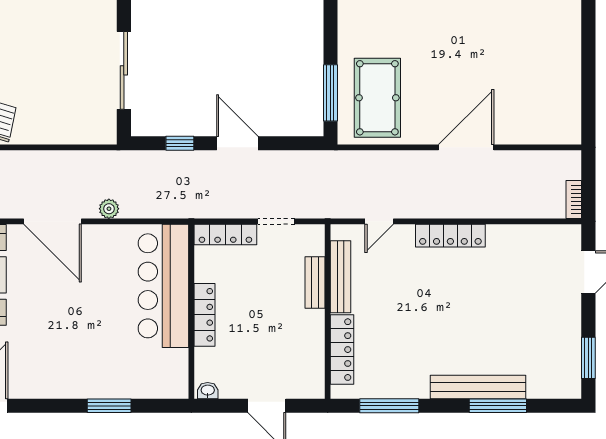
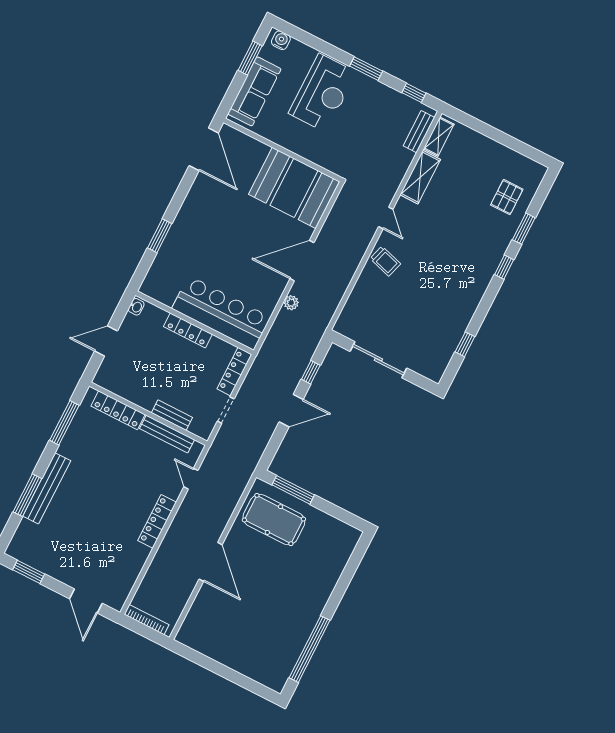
bookcase: (574, 199) -> (147, 620), width x1.56

